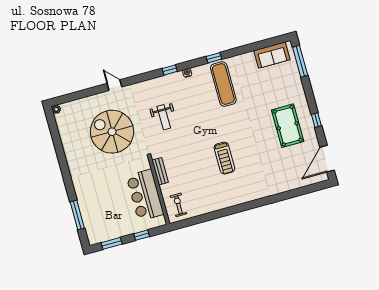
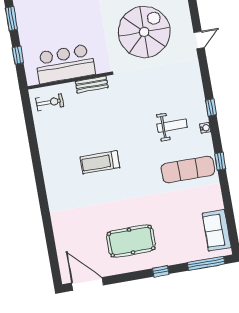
weight bench: (164, 117) -> (172, 126), moved, turned 180
window: (316, 120) -> (161, 271), moved

